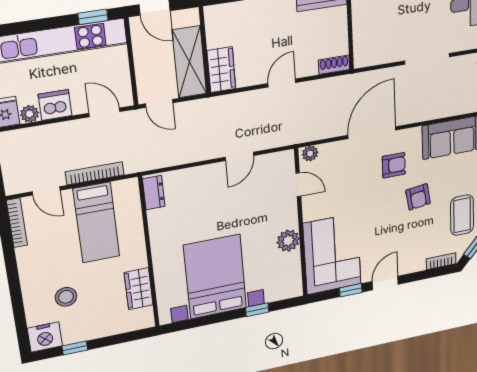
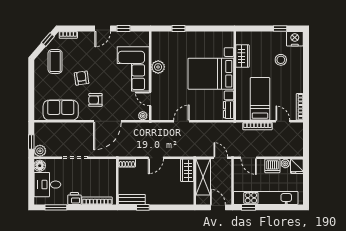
corner sofa: (332, 254) -> (133, 69), moved
bed with nightstands: (215, 277) -> (211, 74), moved, turned 90

